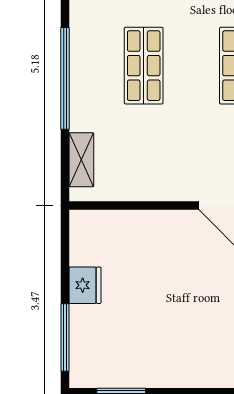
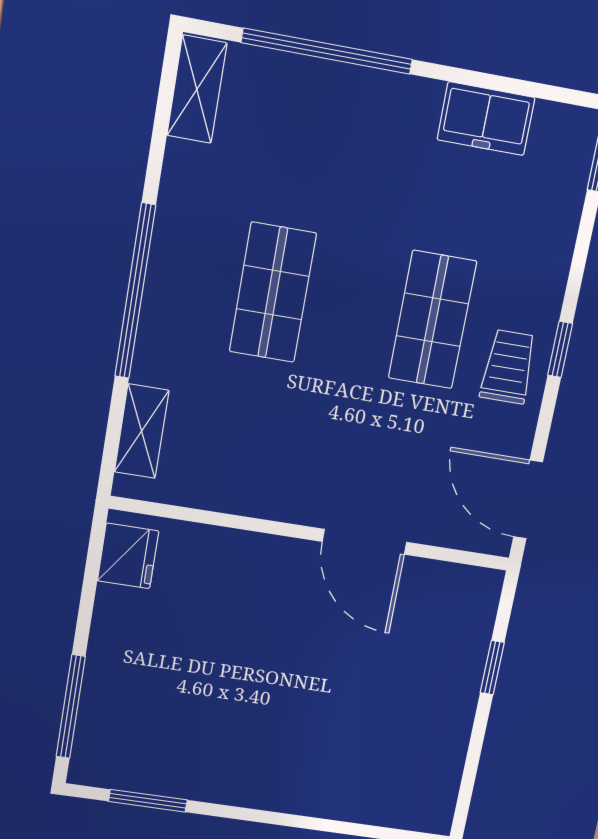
fridge: (85, 285) -> (128, 556), moved

